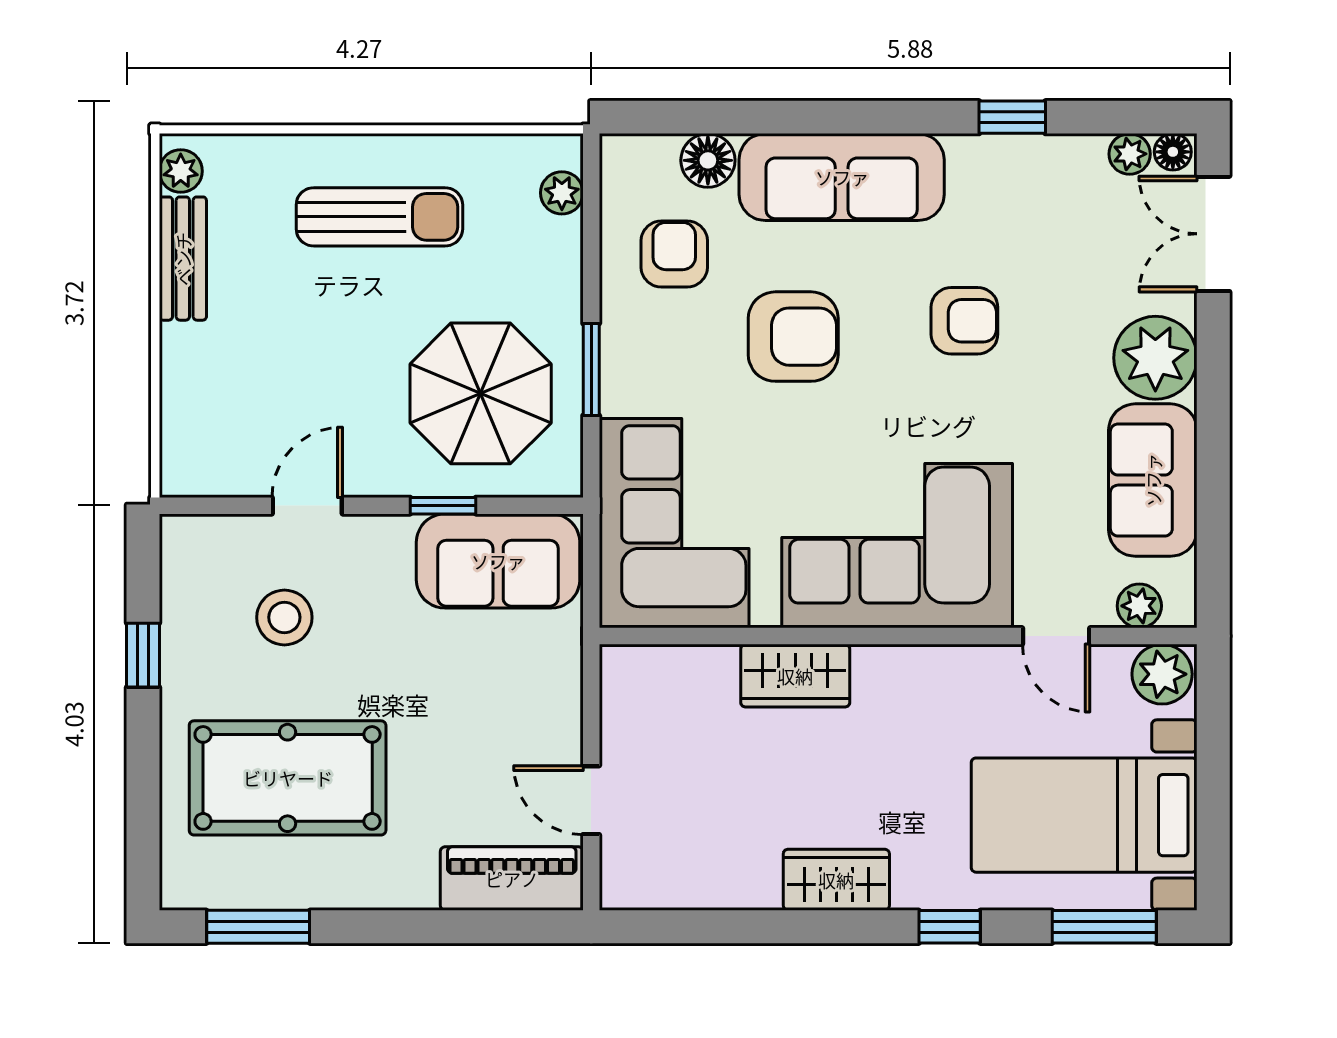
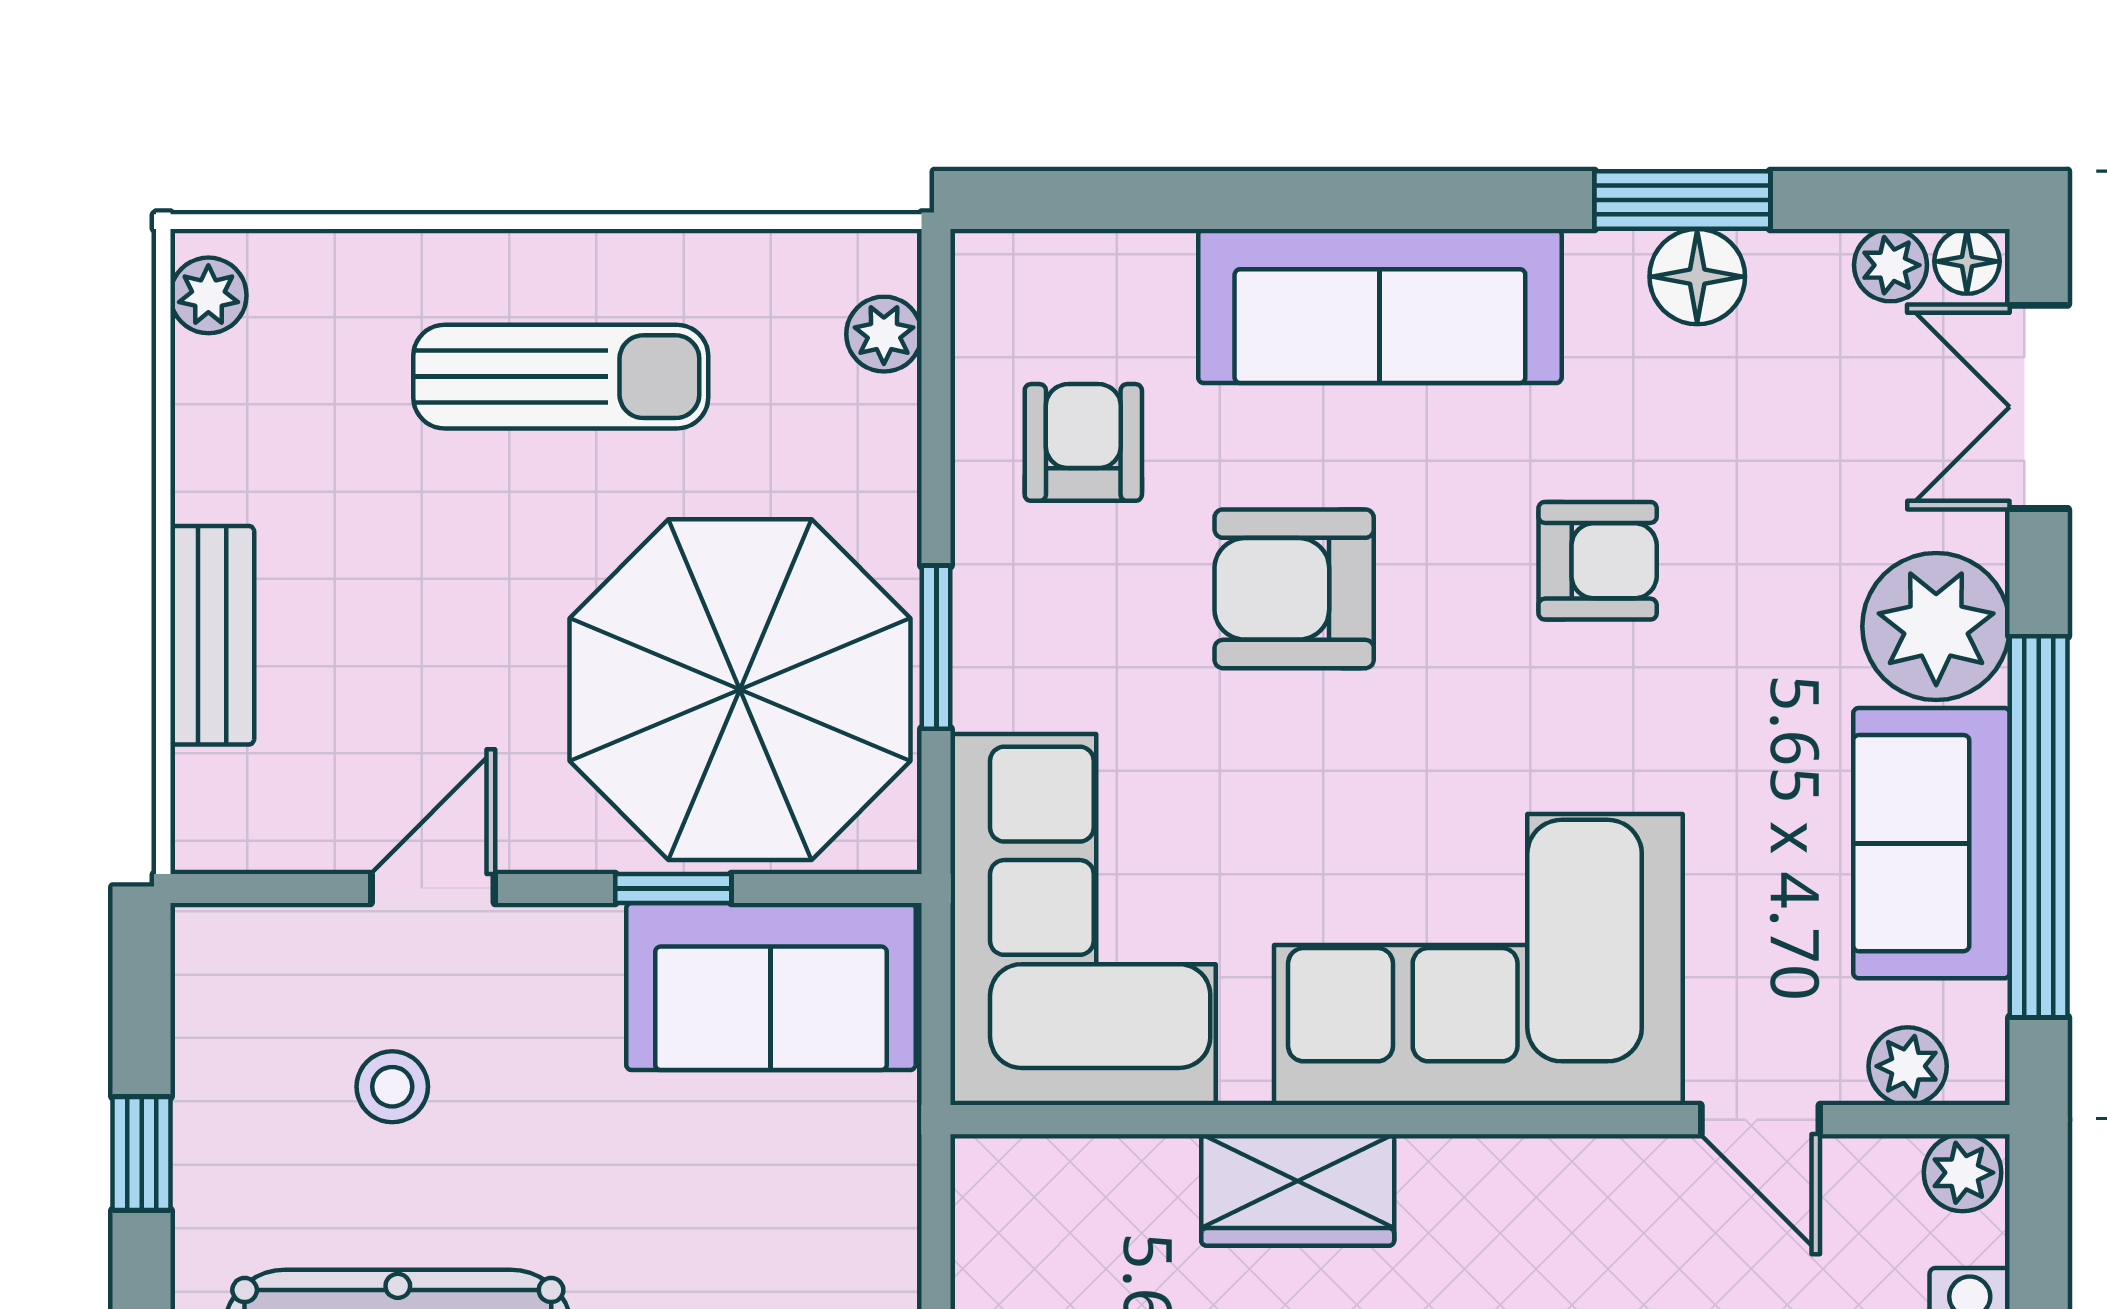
window: (1012, 117) -> (1682, 200), width x1.50
floor lamp: (708, 160) -> (1697, 277), moved
bench: (183, 259) -> (212, 635), moved
armchair: (793, 337) -> (1294, 589), turned 180
parasol: (481, 393) -> (740, 690), width x1.36, depth x1.36
window: (1213, 471) -> (2039, 827), added
stool: (284, 617) -> (392, 1087), width x0.73, depth x0.73
plant: (1162, 674) -> (1963, 1173), width x0.73, depth x0.73

